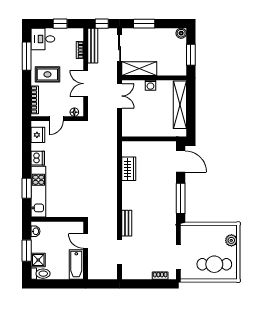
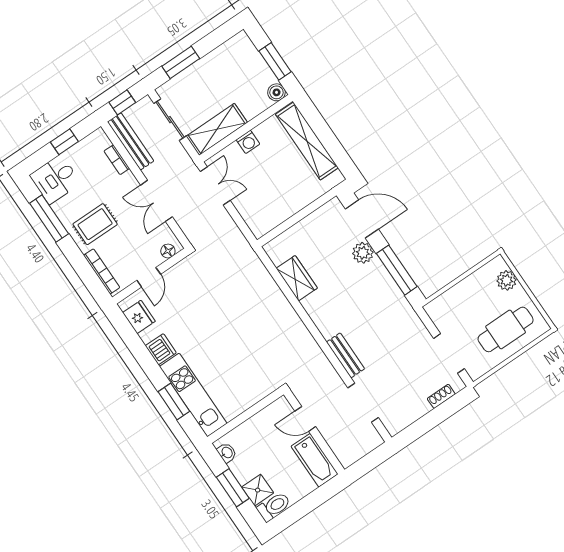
boiler: (181, 33) -> (276, 92), moved
plant: (170, 179) -> (363, 253), added

